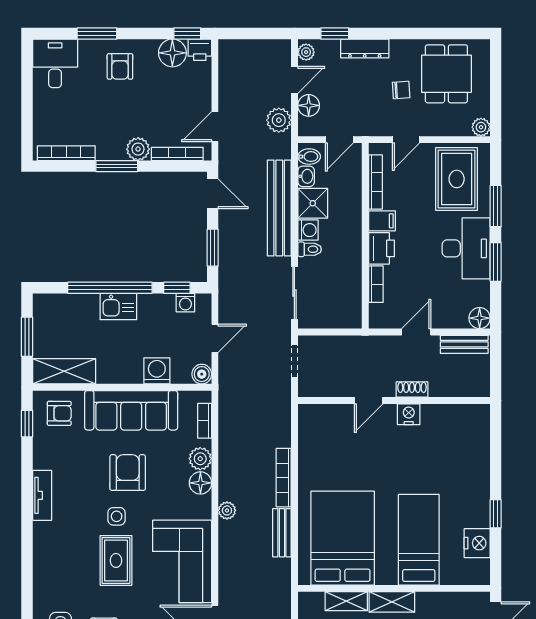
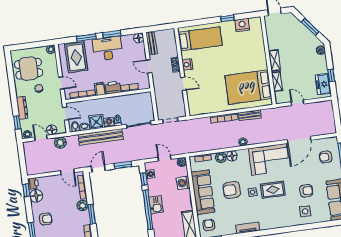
rug: (457, 179) -> (76, 57), turned 90
bed: (419, 540) -> (200, 39), moved, turned 180

